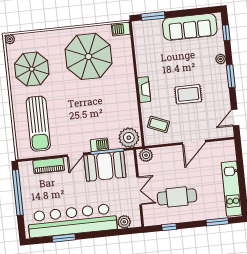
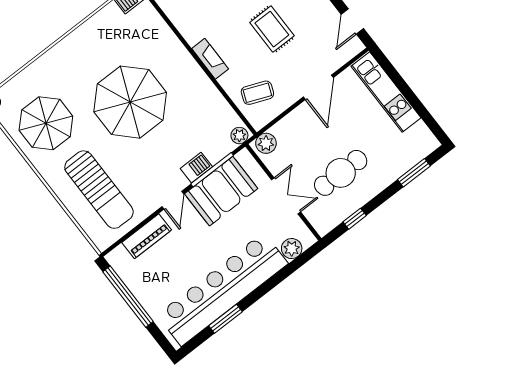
parasol: (89, 56) -> (130, 102), moved
rug: (188, 94) -> (272, 29), turned 90
plant: (129, 138) -> (239, 136), width x0.53, depth x0.53
kitchen unit: (232, 189) -> (386, 92), moved

